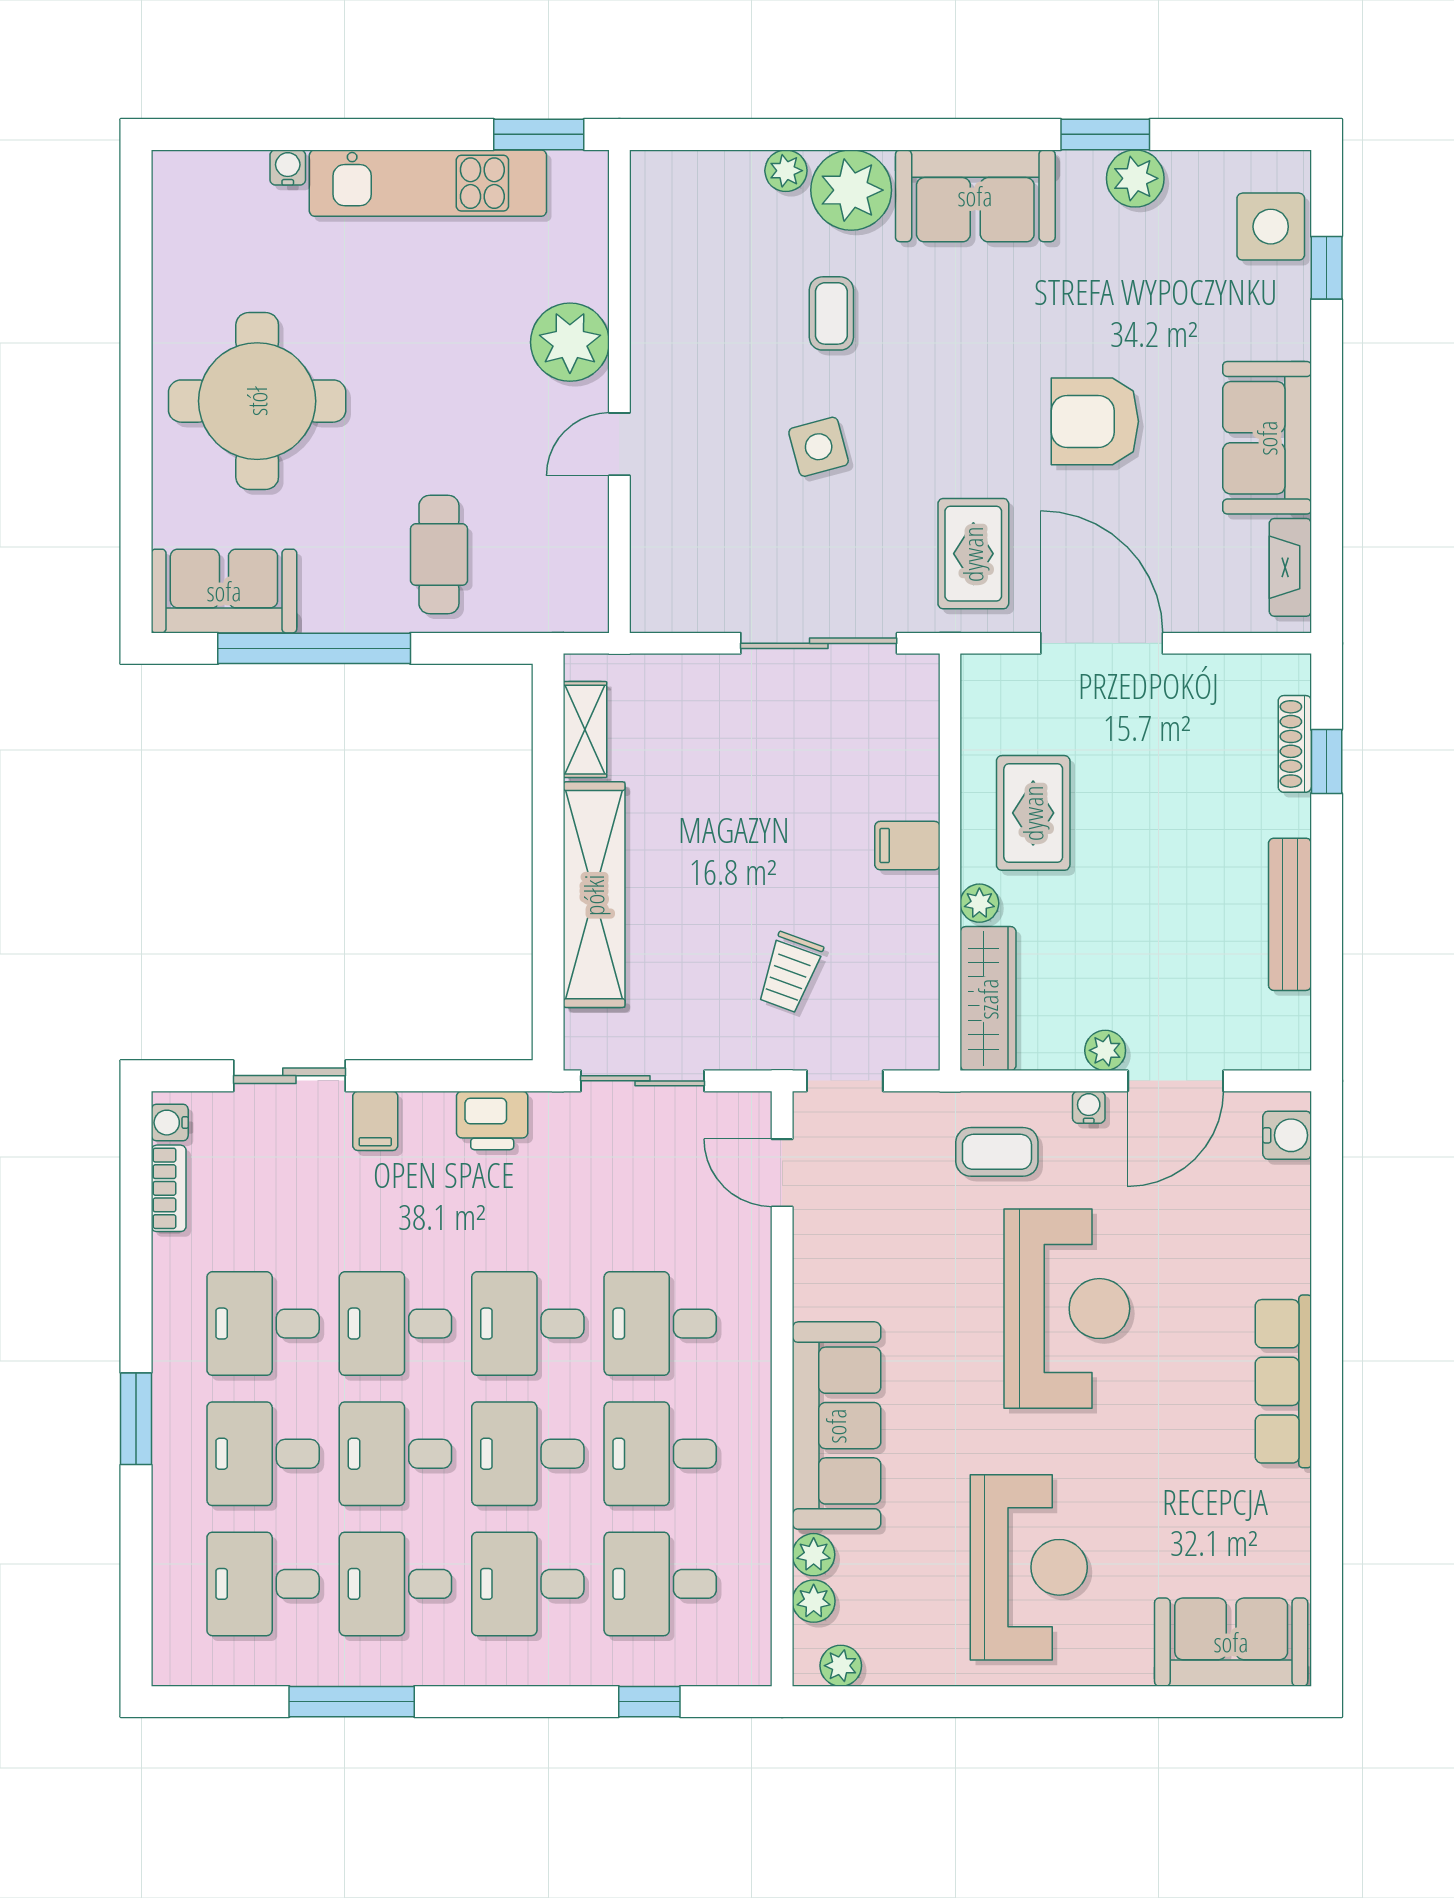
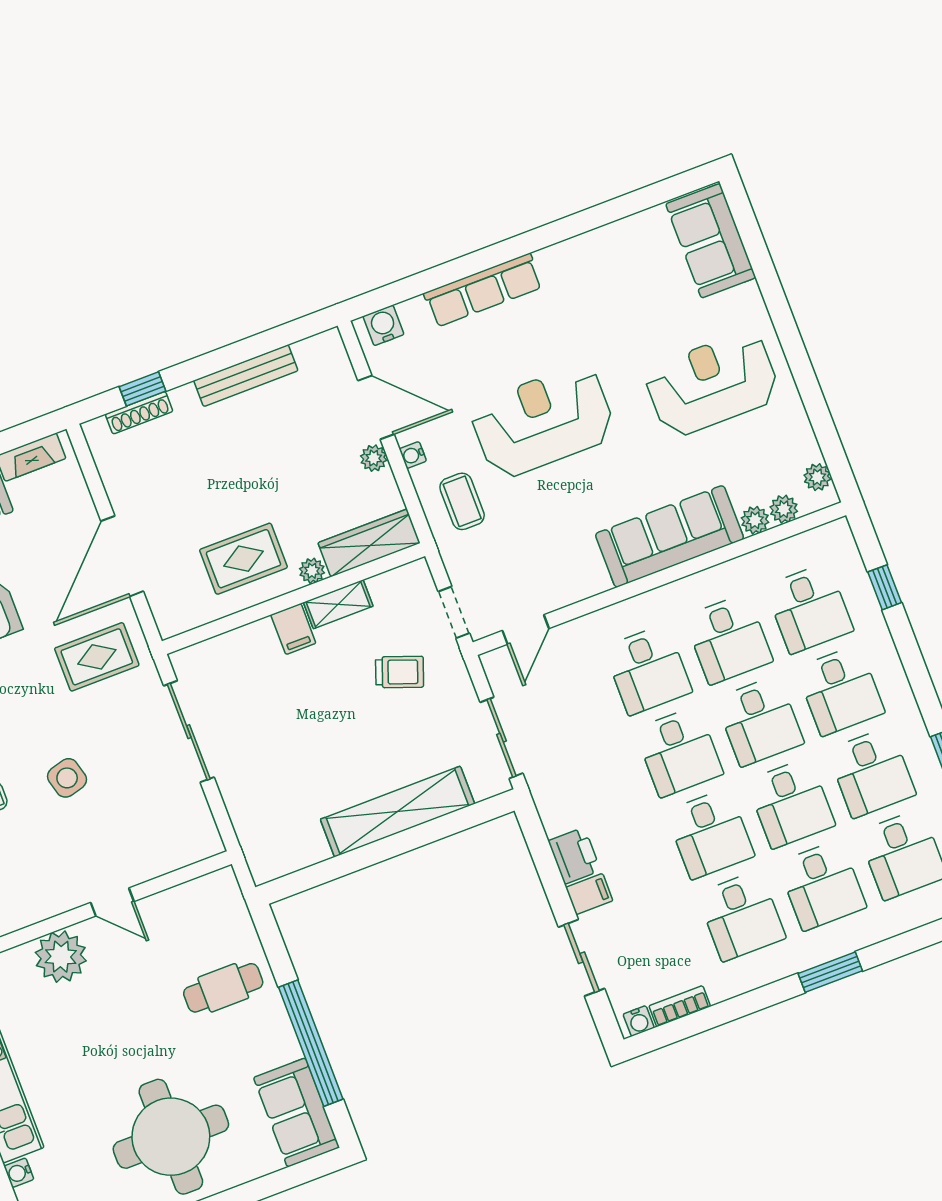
shelving: (585, 730) -> (338, 604), moved
printer: (492, 1120) -> (574, 856), moved
row of seats: (1283, 1381) -> (483, 290), moved

